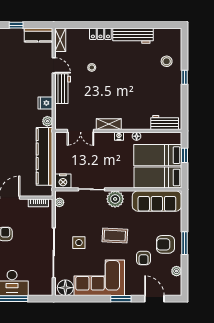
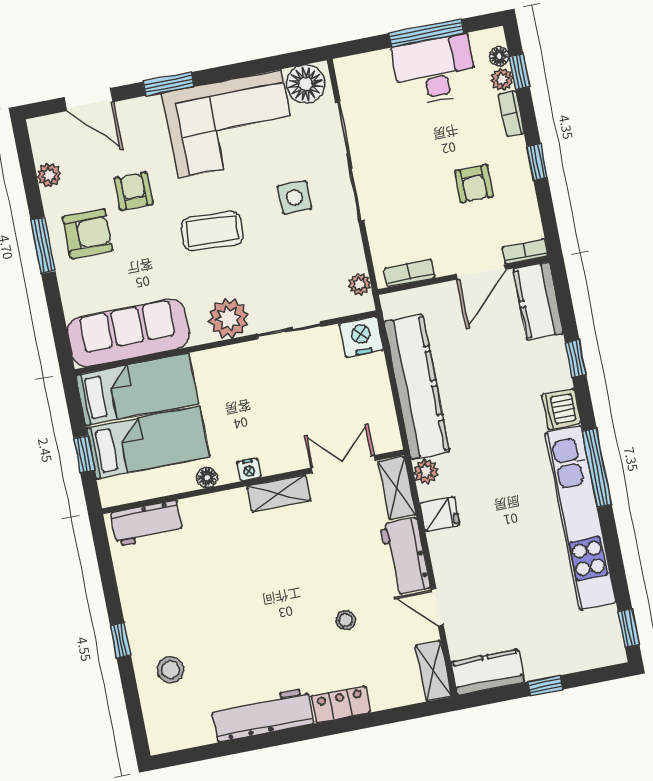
shelving: (60, 117) -> (397, 488), added

